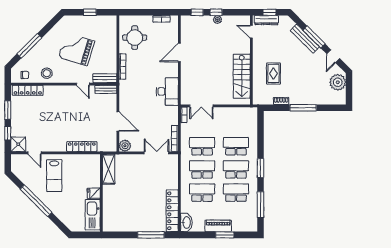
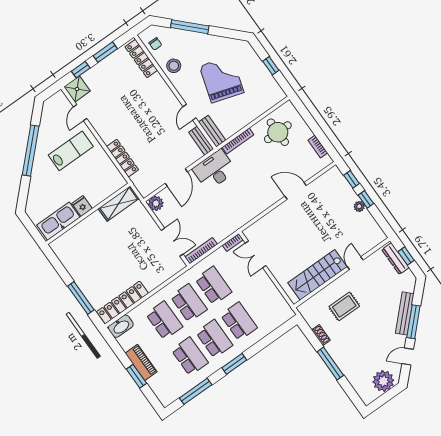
door: (251, 32) -> (355, 263), moved
desk: (167, 91) -> (214, 170), moved, turned 180
lab bench: (54, 176) -> (71, 151), turned 180

